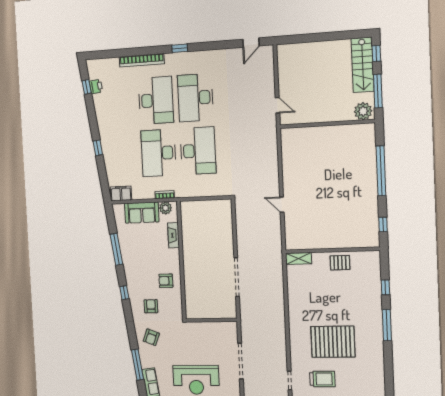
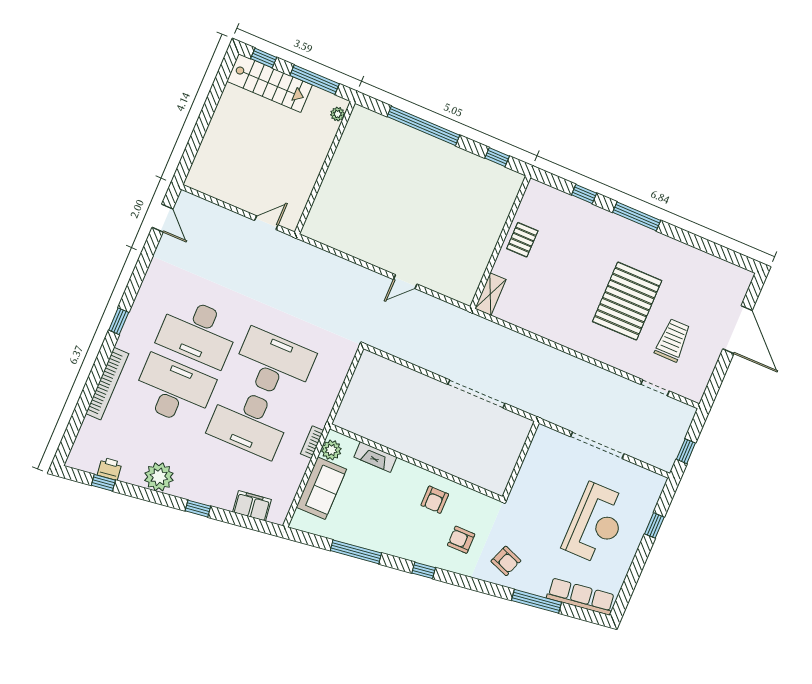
plant: (363, 111) -> (338, 114), width x0.53, depth x0.53
plant: (105, 117) -> (159, 477), added
filing cabinet: (121, 193) -> (252, 506), moved, turned 82

